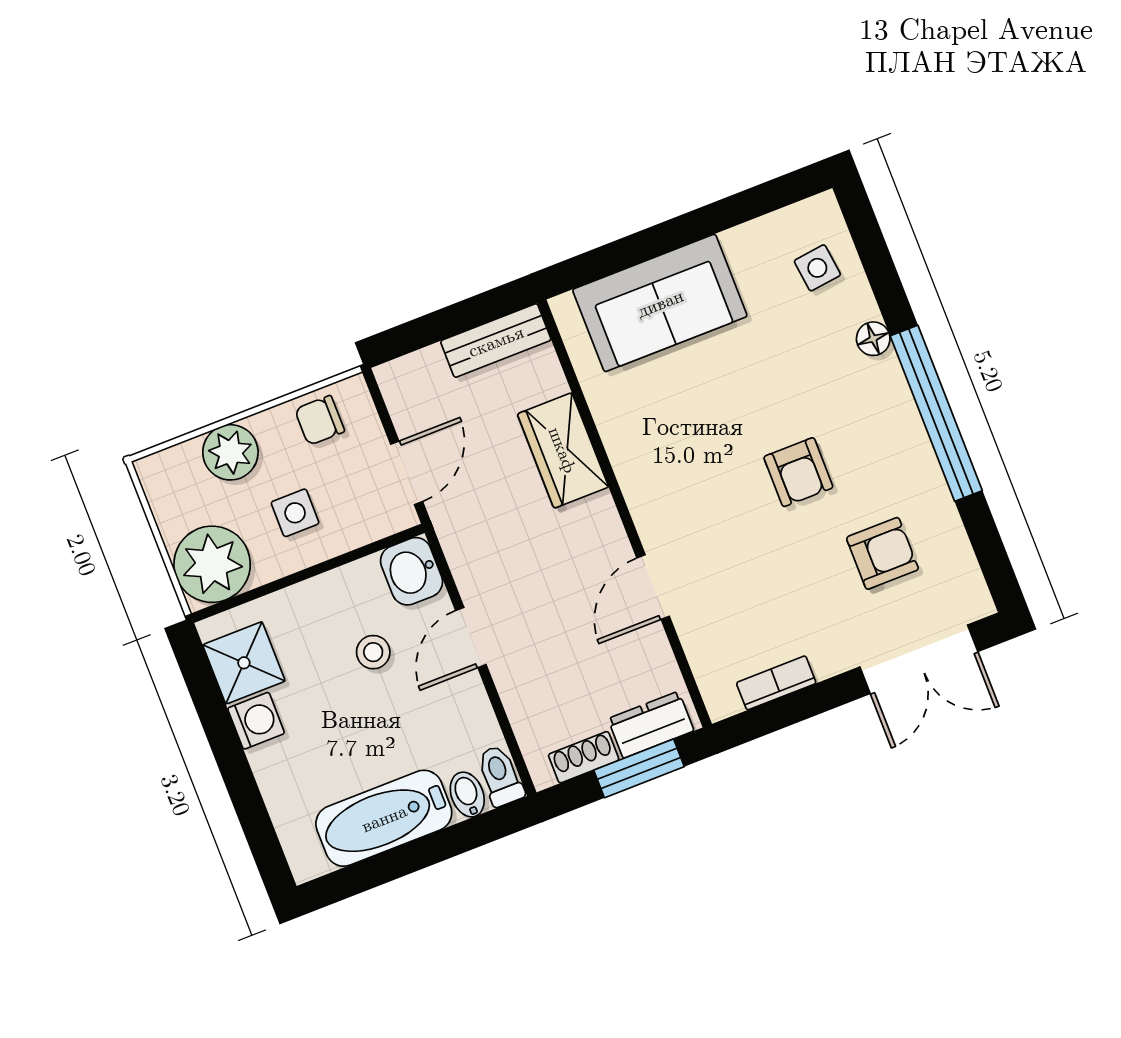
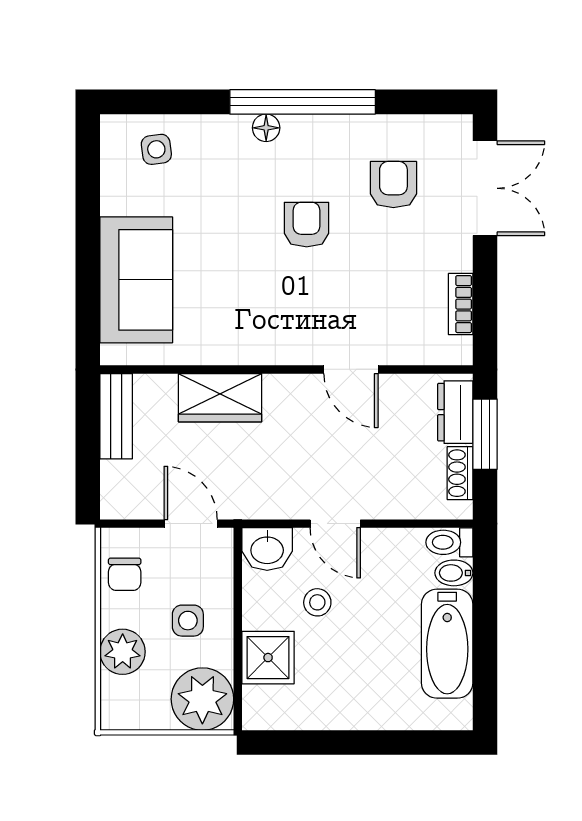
floor lamp: (873, 339) -> (266, 128), moved
armchair: (798, 472) -> (307, 225), turned -90
shower: (244, 663) -> (268, 658), moved
washing machine: (256, 721) -> (335, 712), removed

